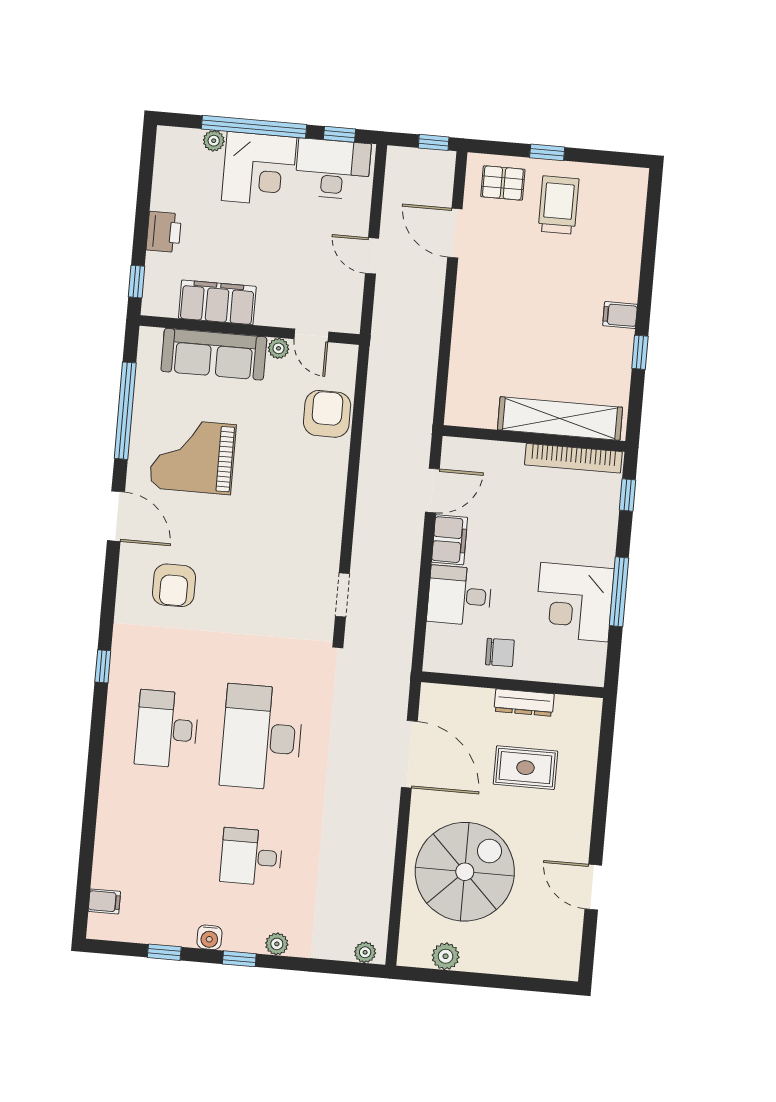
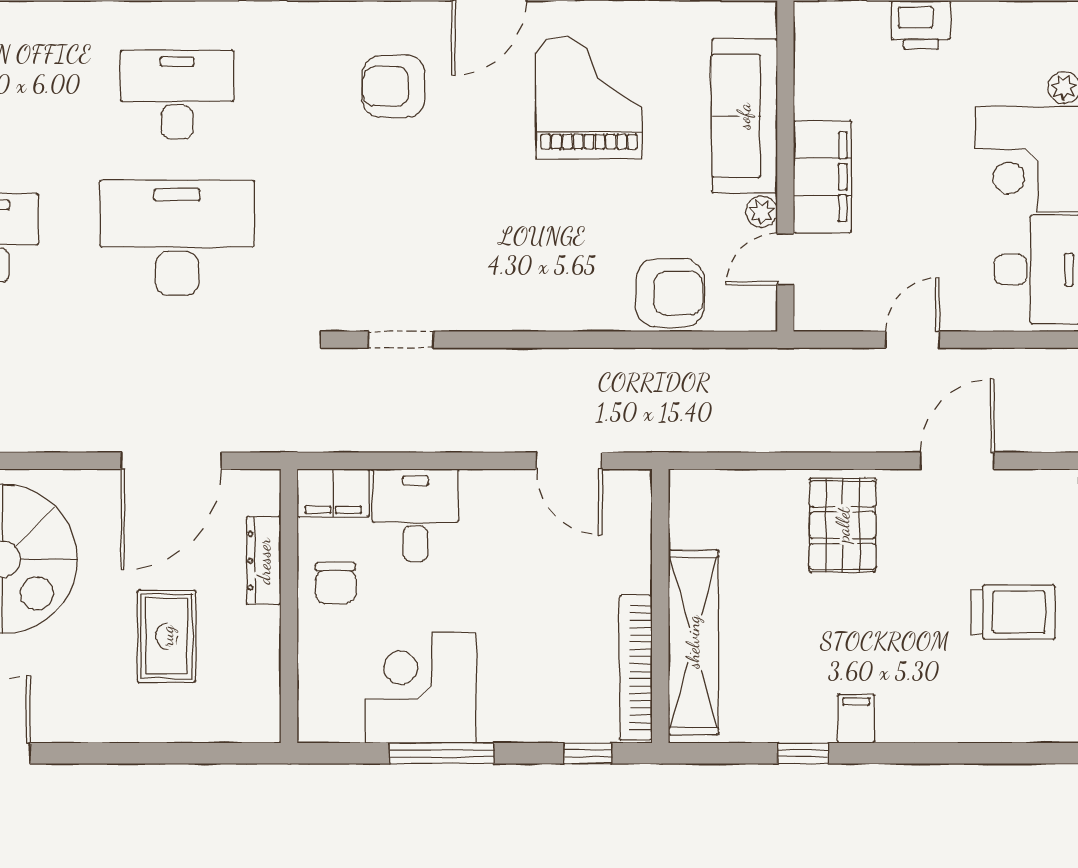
pallet: (503, 183) -> (843, 525), moved, width x1.50, depth x1.42
filing cabinet: (217, 302) -> (822, 177), moved
filing cabinet: (450, 540) -> (333, 493), moved
dresser: (524, 703) -> (264, 561), moved

